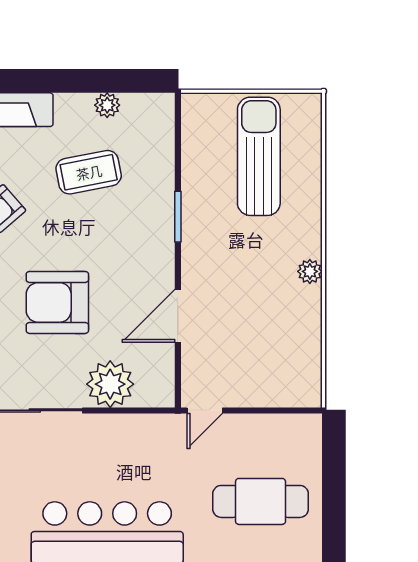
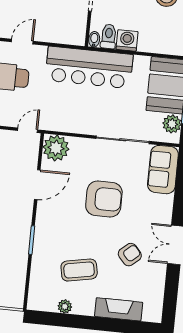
plant: (110, 384) -> (56, 148), moved

